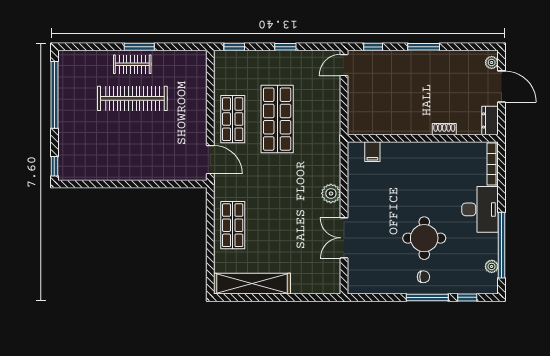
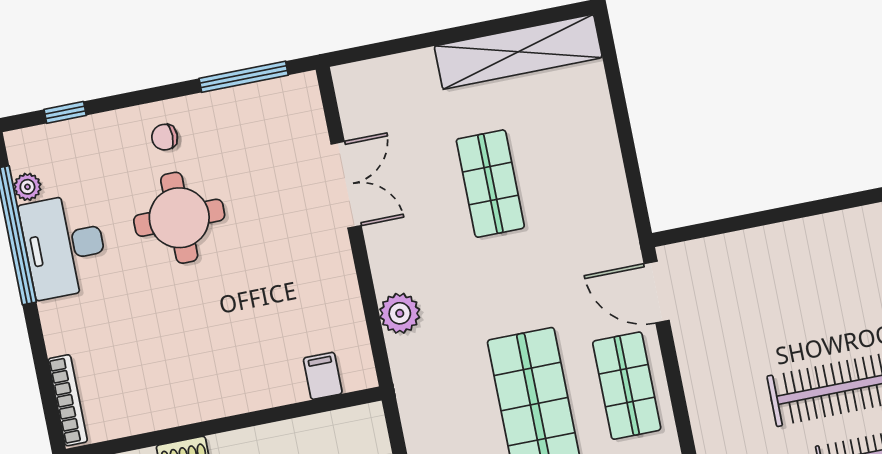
plant: (331, 193) -> (400, 313), moved
desk: (480, 209) -> (64, 246), moved
shop shelf: (233, 225) -> (490, 184), moved
window: (427, 297) -> (244, 77), moved

